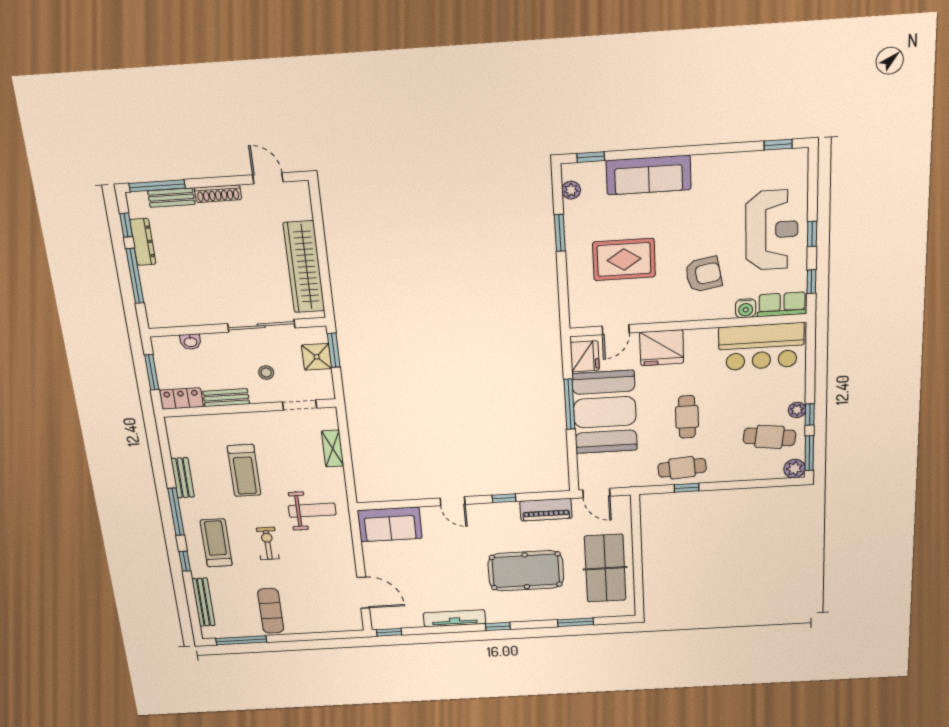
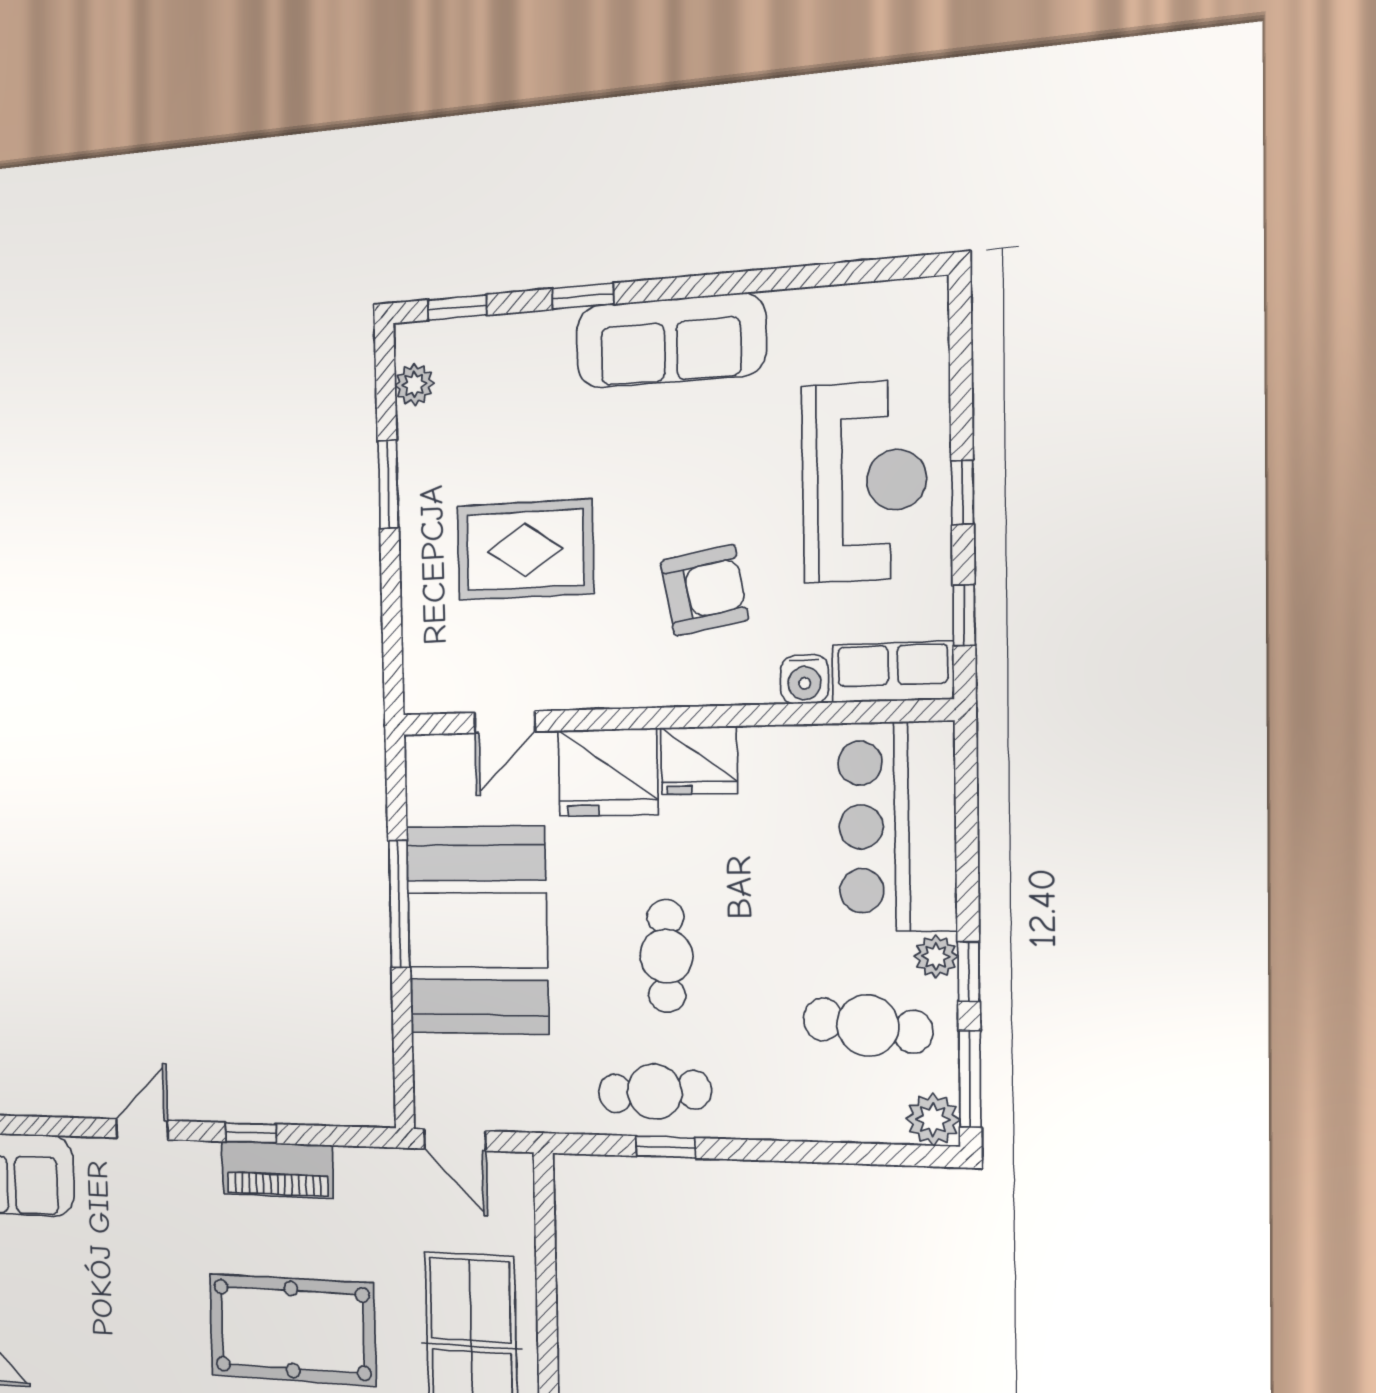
window: (778, 145) -> (583, 296), moved
sofa: (649, 175) -> (670, 341), moved
bar counter: (761, 347) -> (897, 827), moved, turned 90
fridge: (585, 356) -> (699, 760), moved, turned 90
door: (453, 501) -> (142, 1129), swing flipped
piano: (546, 510) -> (277, 1170), moved

